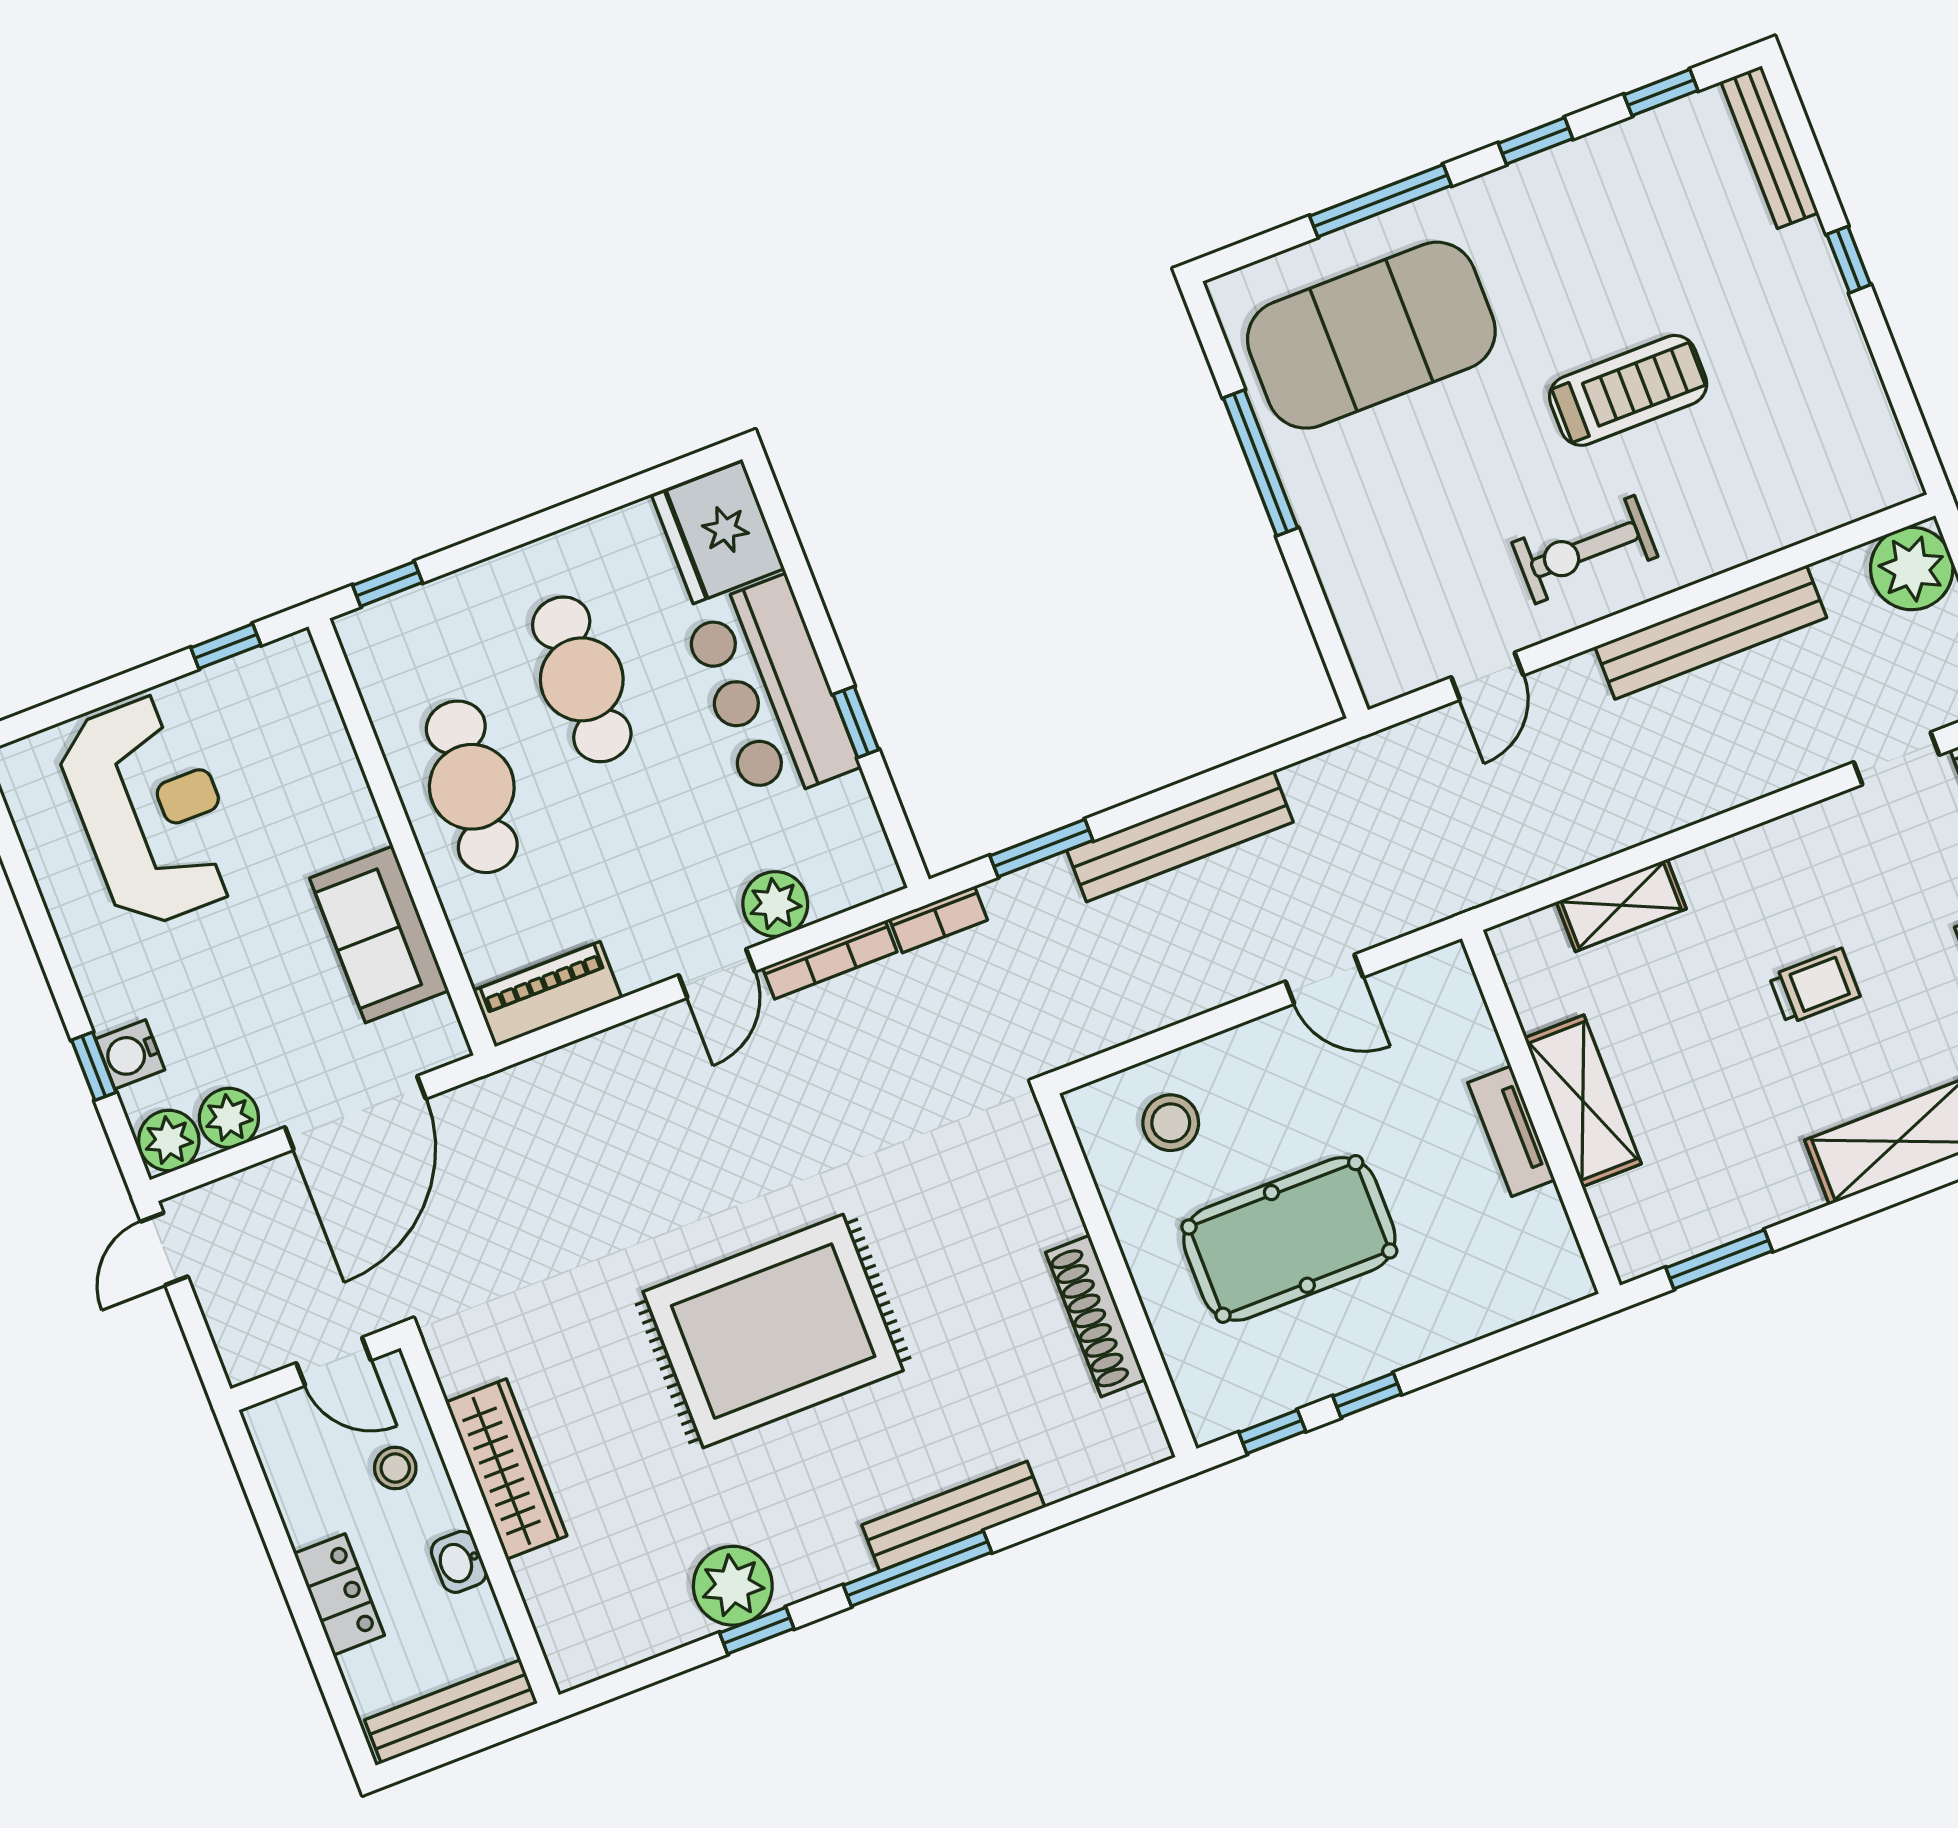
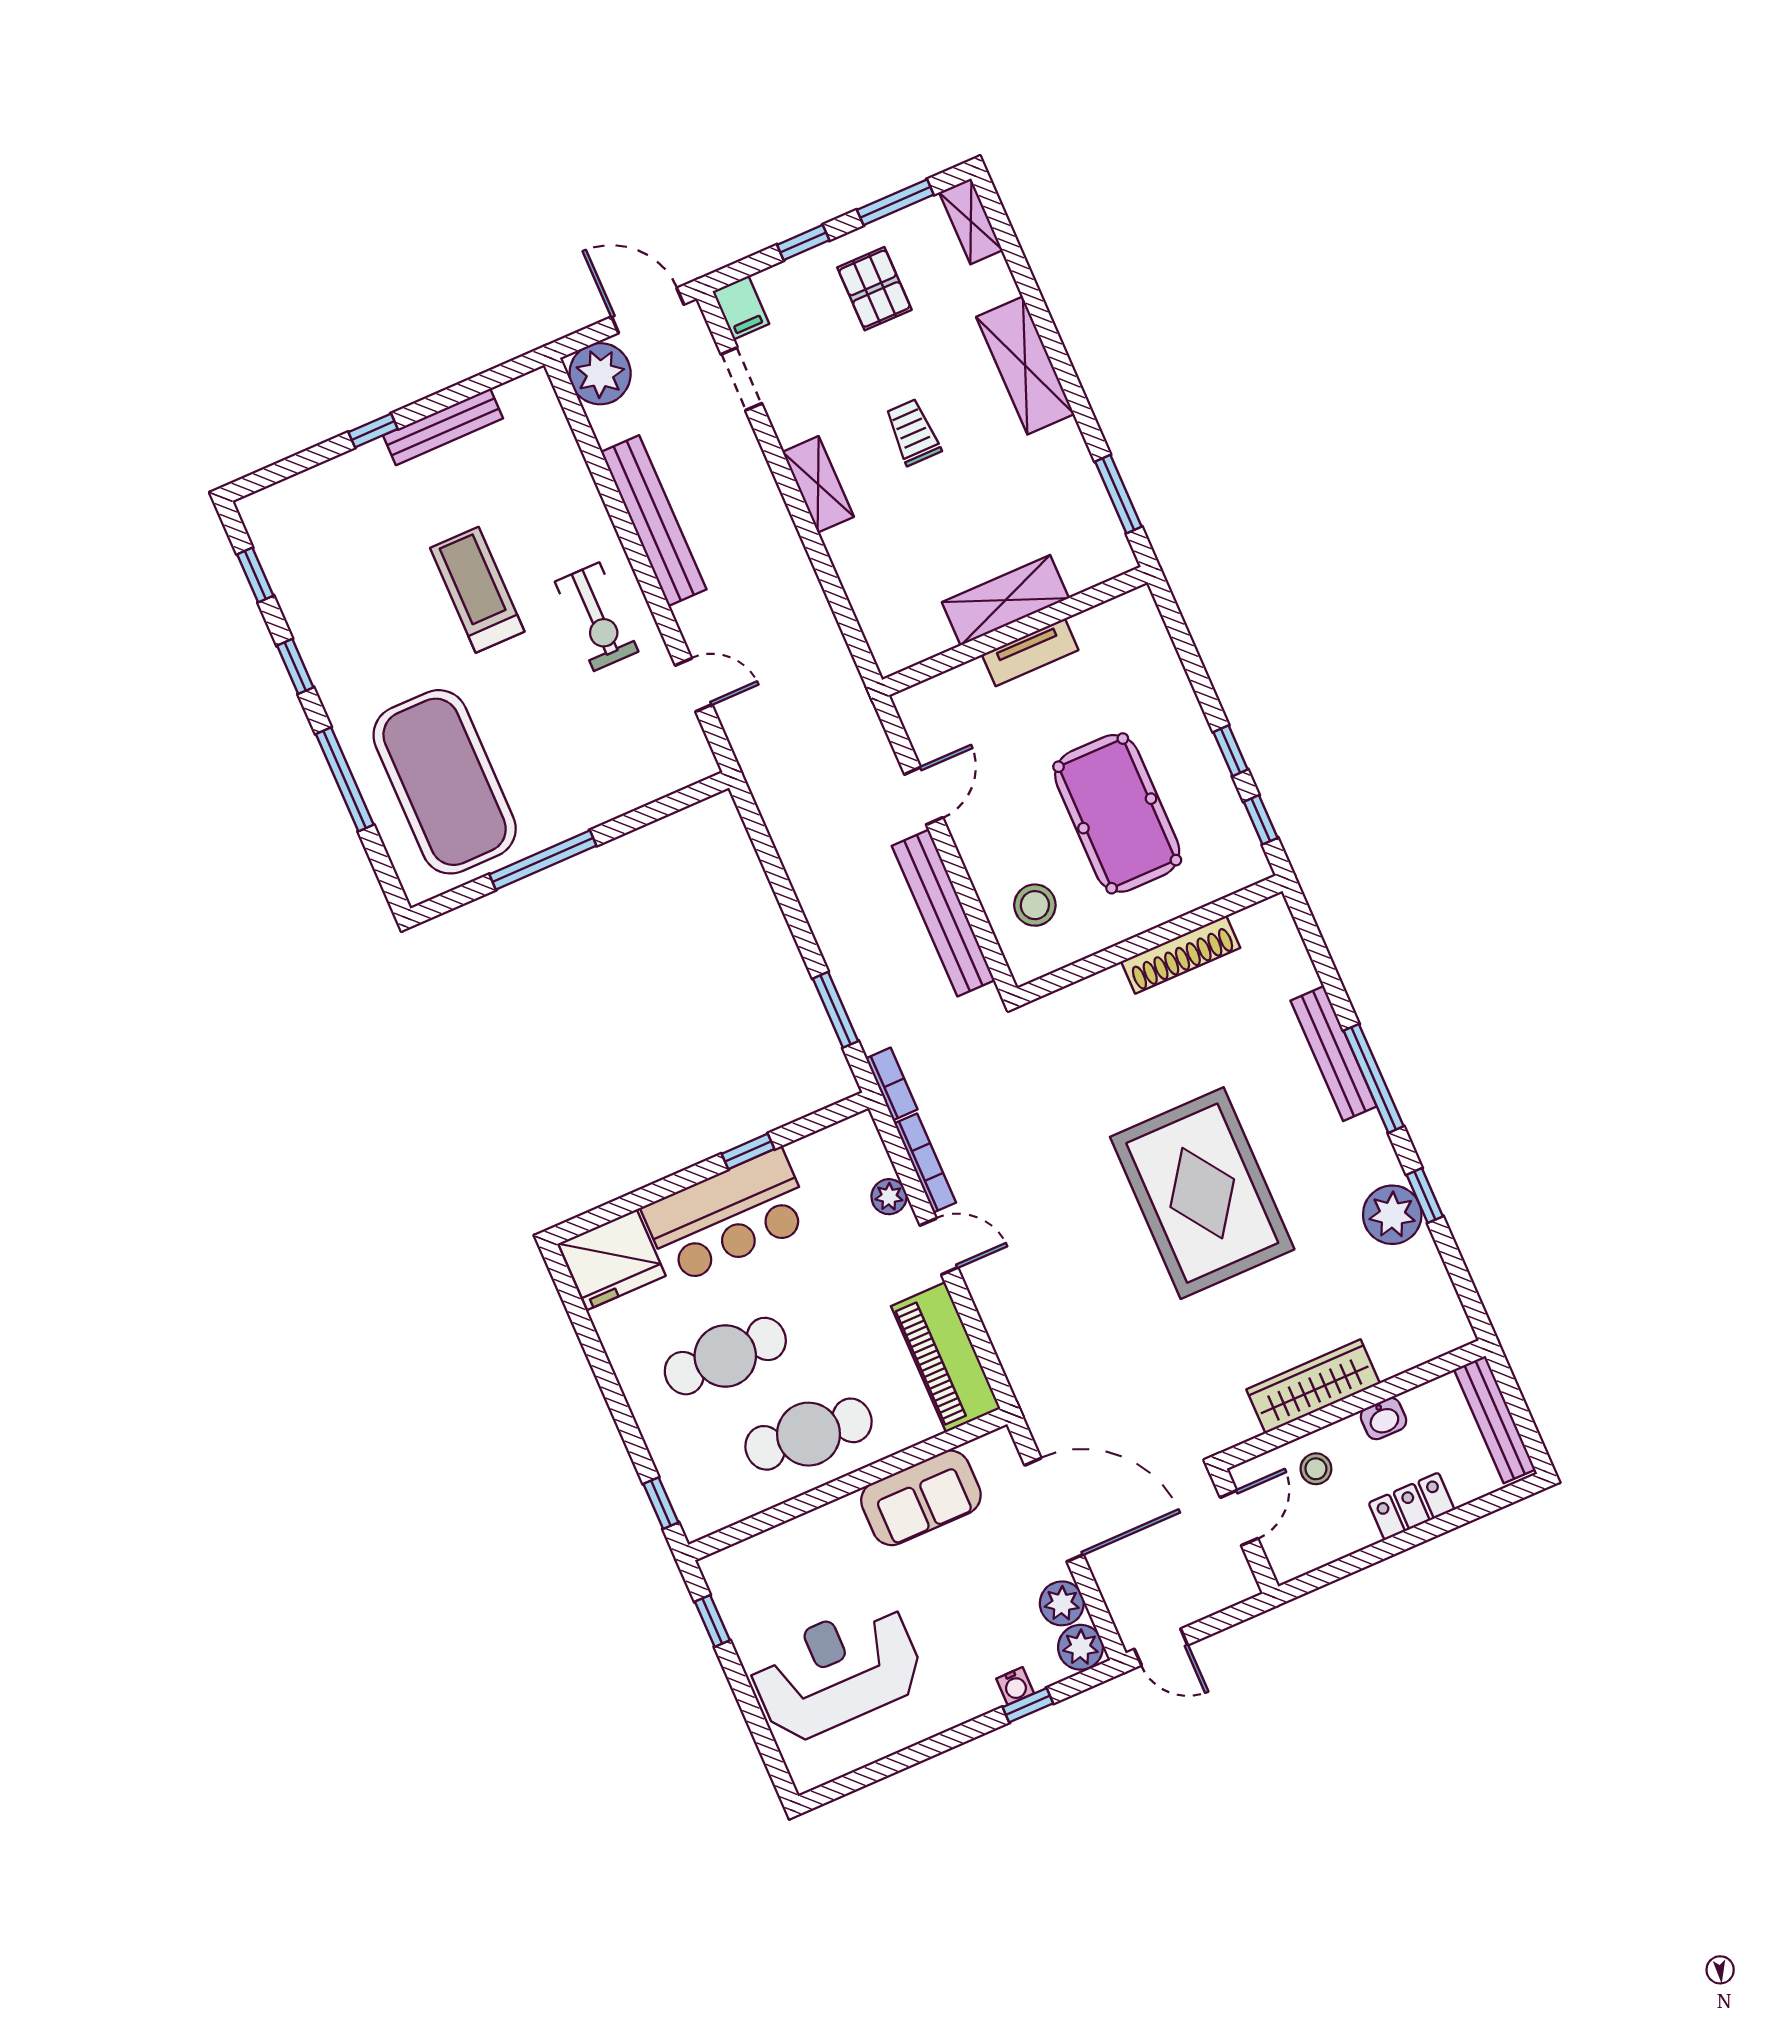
bench: (1770, 147) -> (443, 427), moved
bench: (1180, 836) -> (943, 913), moved
plant: (775, 904) -> (889, 1197), width x0.73, depth x0.73
shelving: (1621, 905) -> (818, 484), moved
piano: (548, 994) -> (946, 1357), width x1.37, depth x1.33
water cooler: (130, 1054) -> (1015, 1686), width x0.72, depth x0.72

